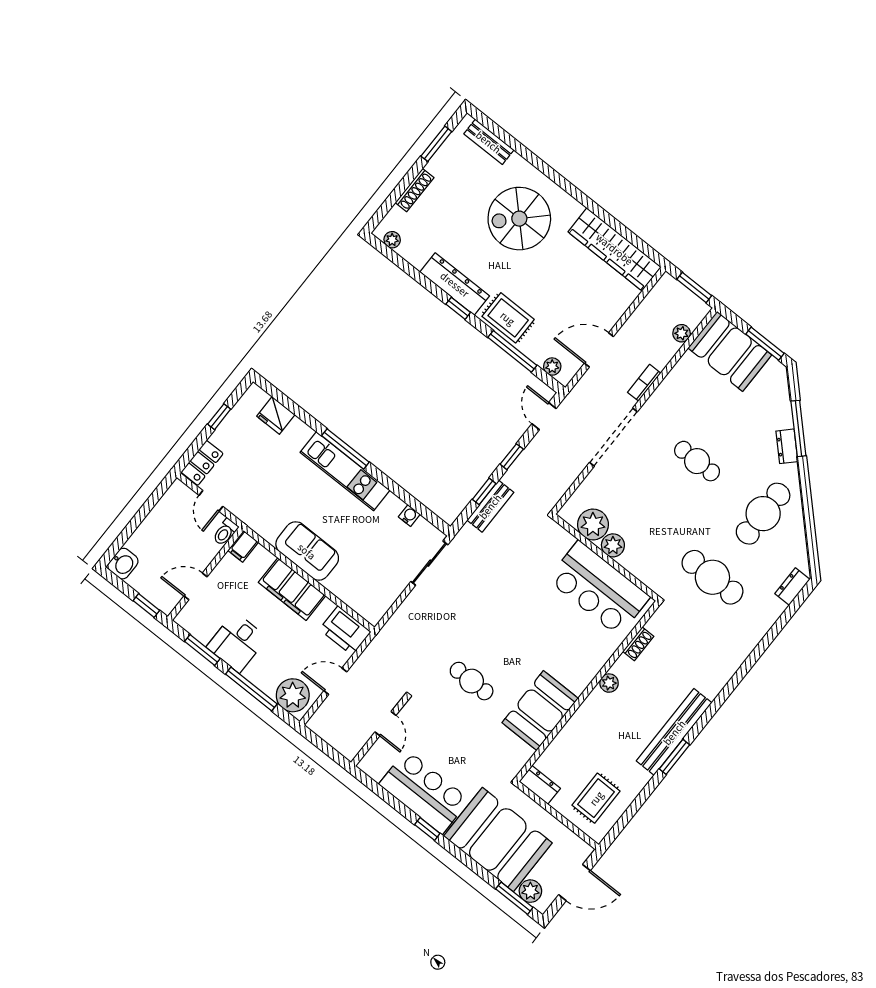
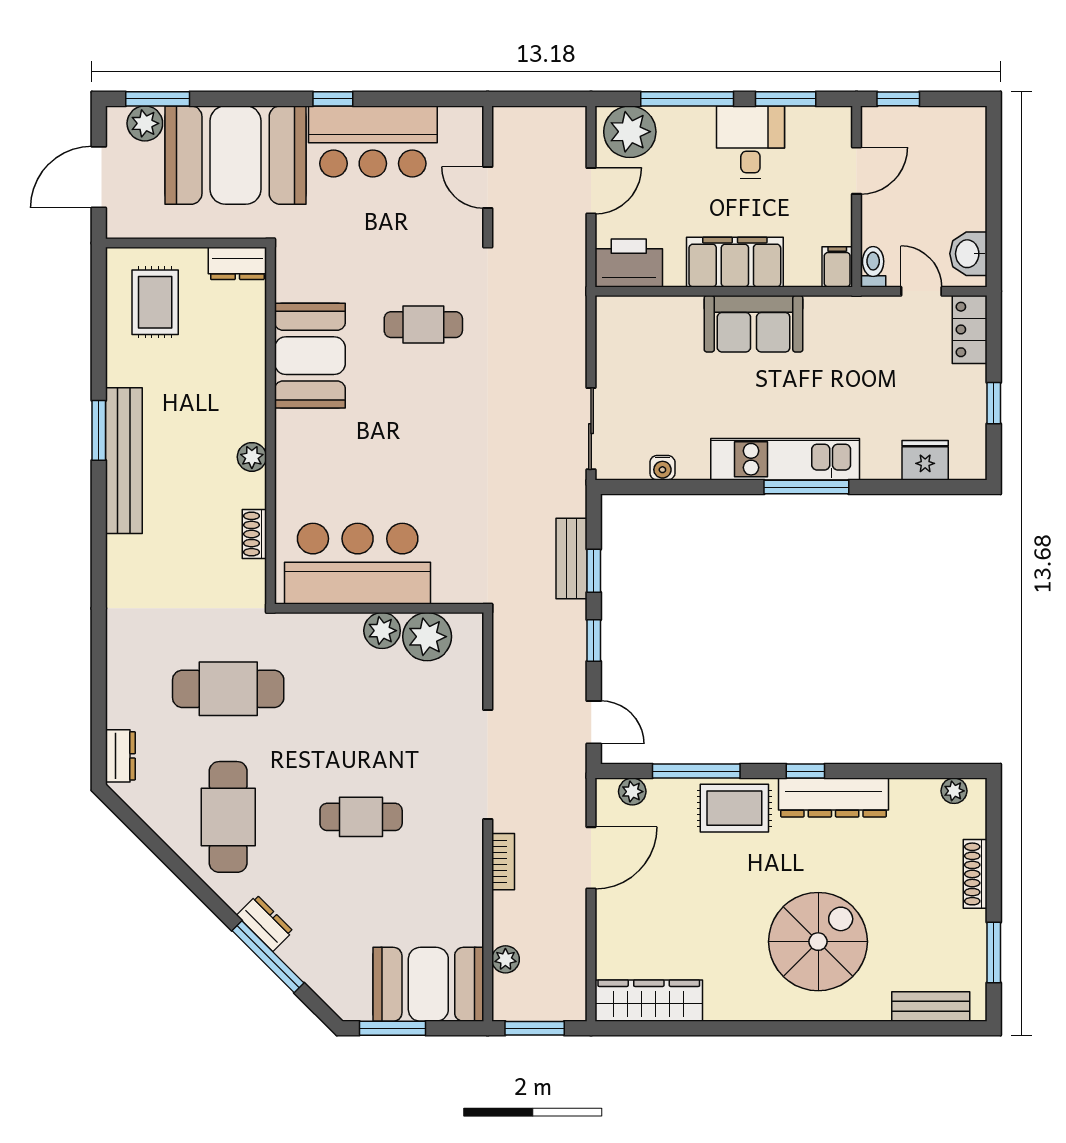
wardrobe: (615, 249) -> (649, 1001), width x0.71, depth x0.85
washbasin: (123, 564) -> (968, 254), moved

